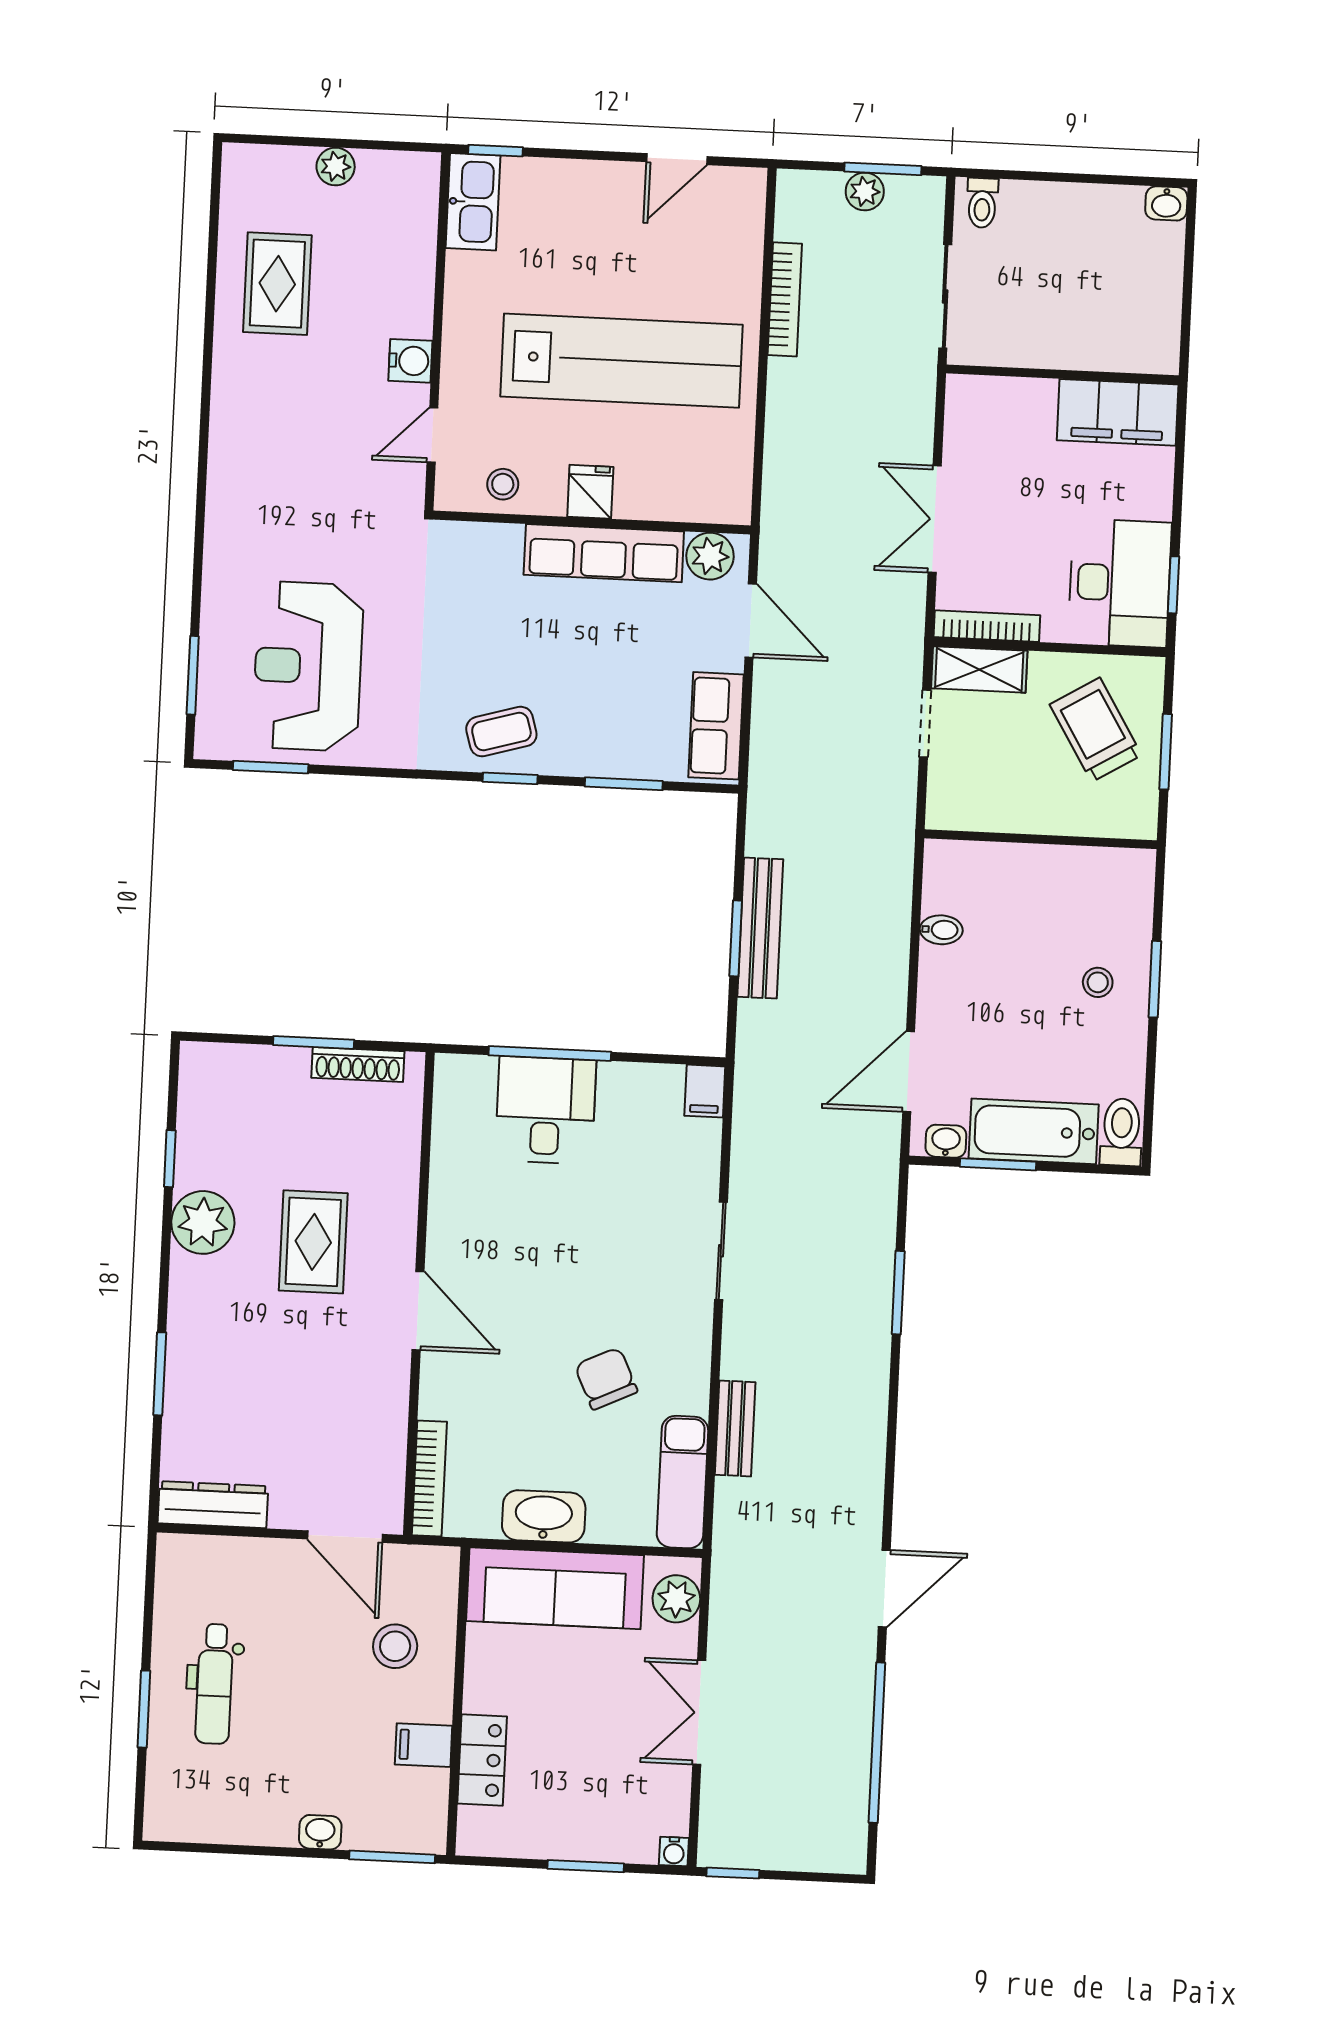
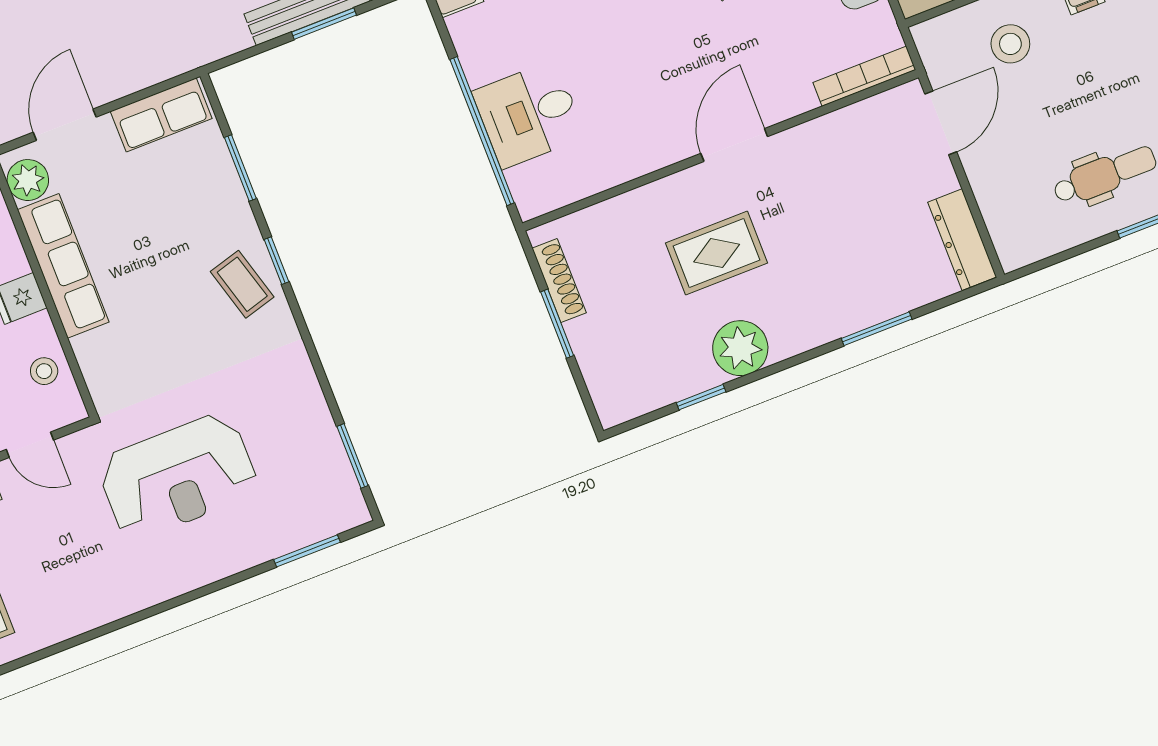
reception desk: (308, 666) -> (178, 476), moved
window: (550, 1054) -> (482, 131), width x1.46

